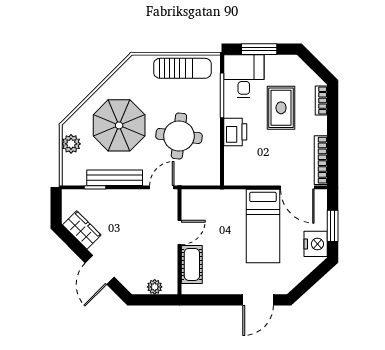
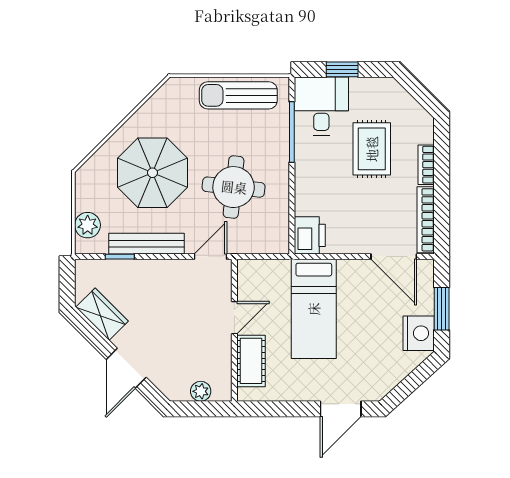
window: (259, 49) -> (342, 69), width x0.67
sun lounger: (182, 68) -> (238, 95), turned 180
bookcase: (321, 100) -> (426, 165), moved
printer: (235, 132) -> (310, 235), moved
plant: (71, 144) -> (88, 225), moved
bed: (263, 226) -> (314, 309), moved

